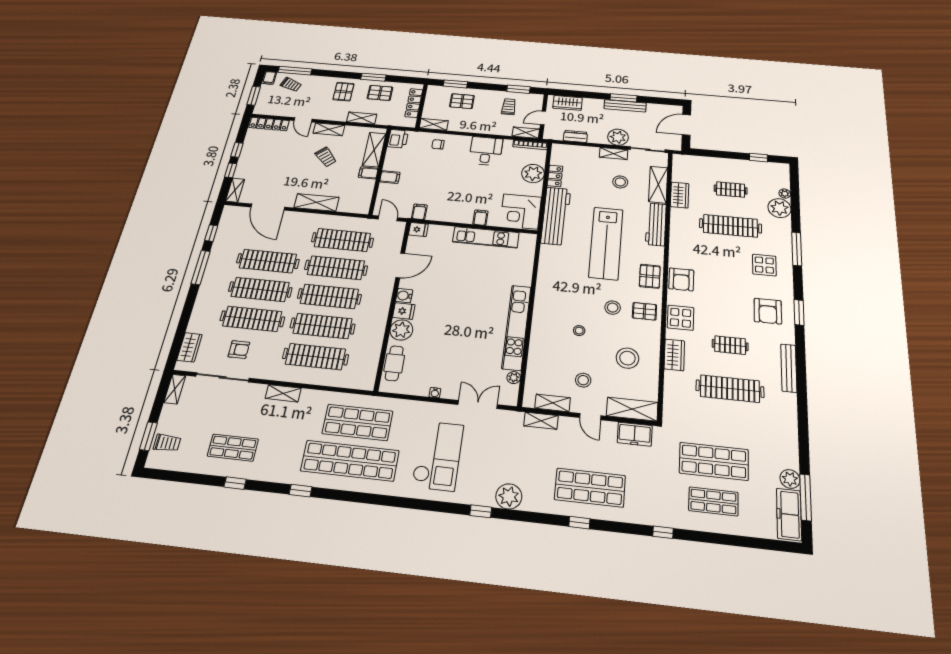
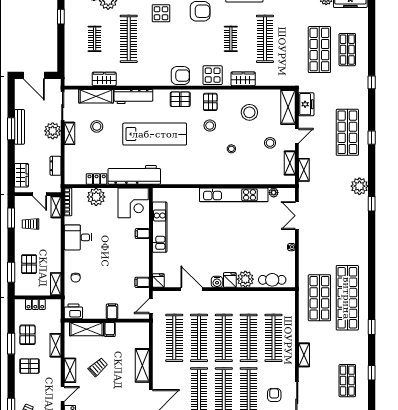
locker: (414, 103) -> (35, 304), width x0.66
checkout: (438, 456) -> (337, 238), removed

